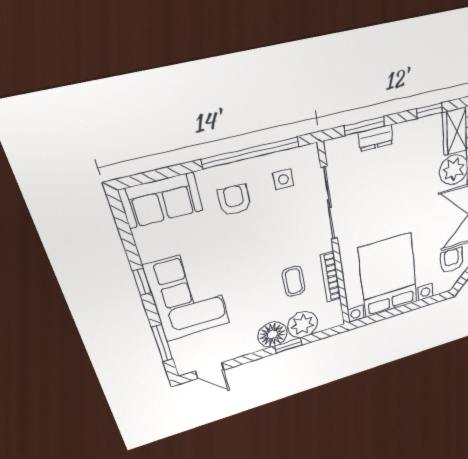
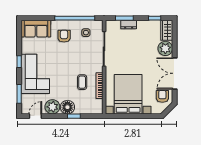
plant: (303, 325) -> (52, 107), moved
door: (210, 370) -> (35, 116), swing flipped

